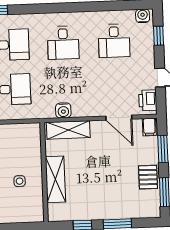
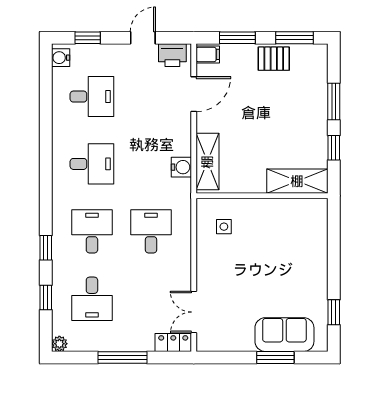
shelving: (55, 179) -> (297, 181), moved
side table: (20, 181) -> (224, 227), moved

